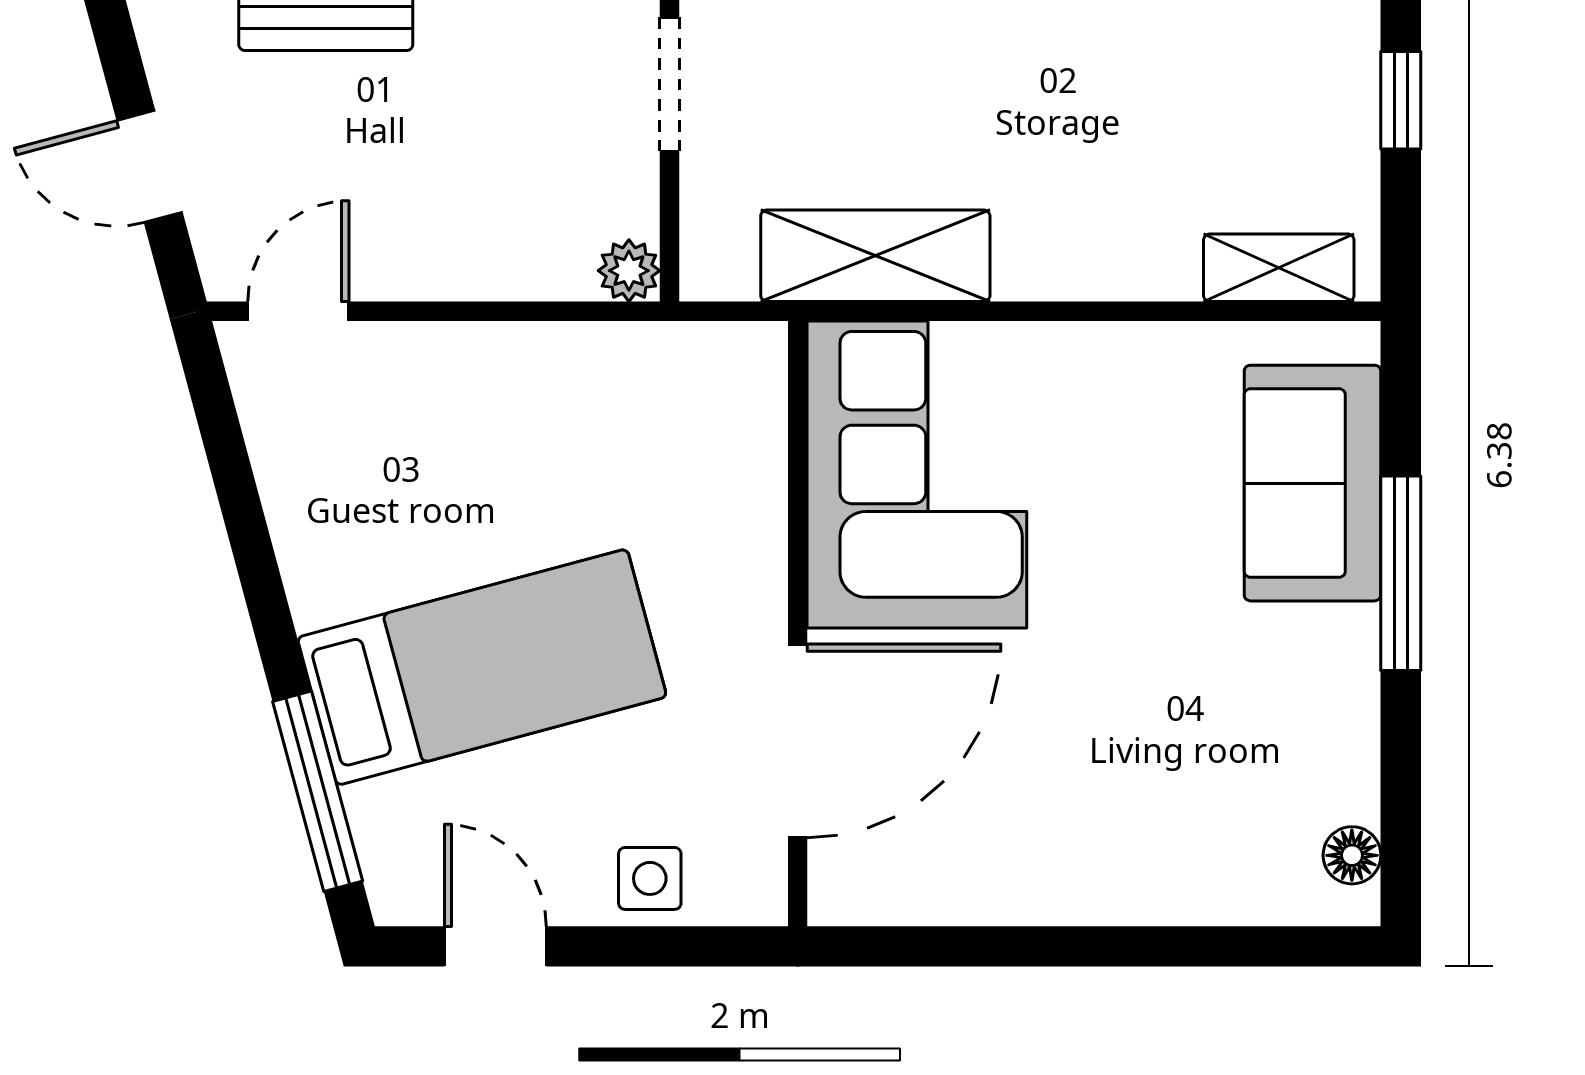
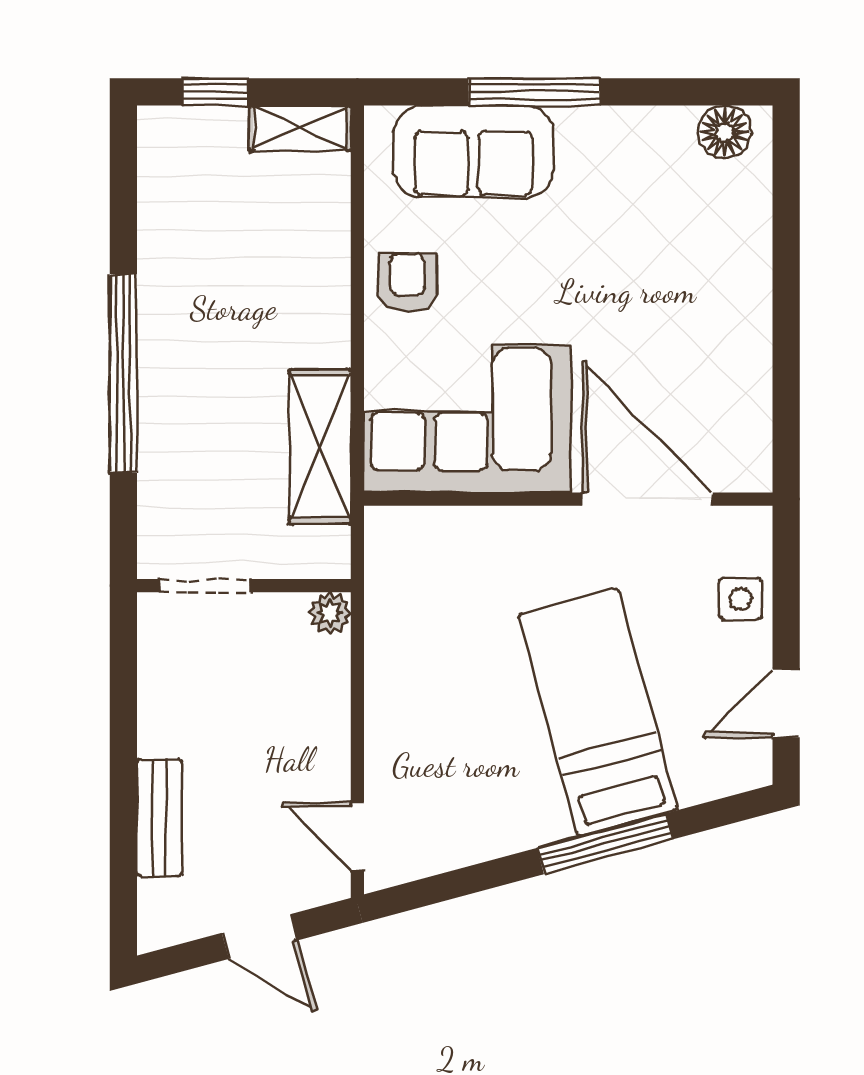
door: (150, 166) -> (260, 937), hinge flipped
shelving: (1279, 268) -> (300, 128), moved, turned 90
armchair: (1118, 386) -> (408, 283), added
window: (318, 791) -> (605, 844), moved
floor lamp: (1352, 855) -> (725, 132), width x1.37, depth x1.37

